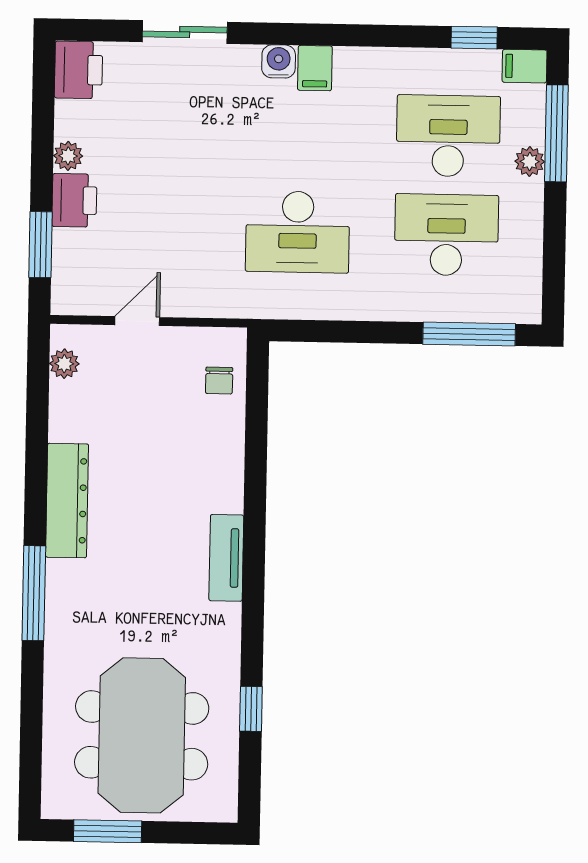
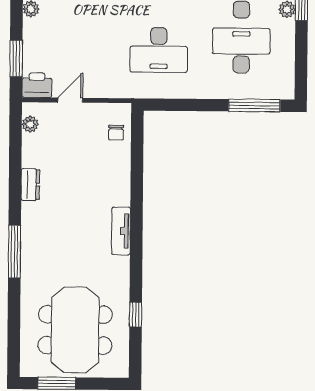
printer: (74, 200) -> (37, 85), moved, turned -90
dresser: (67, 501) -> (30, 185), width x0.51, depth x0.80

